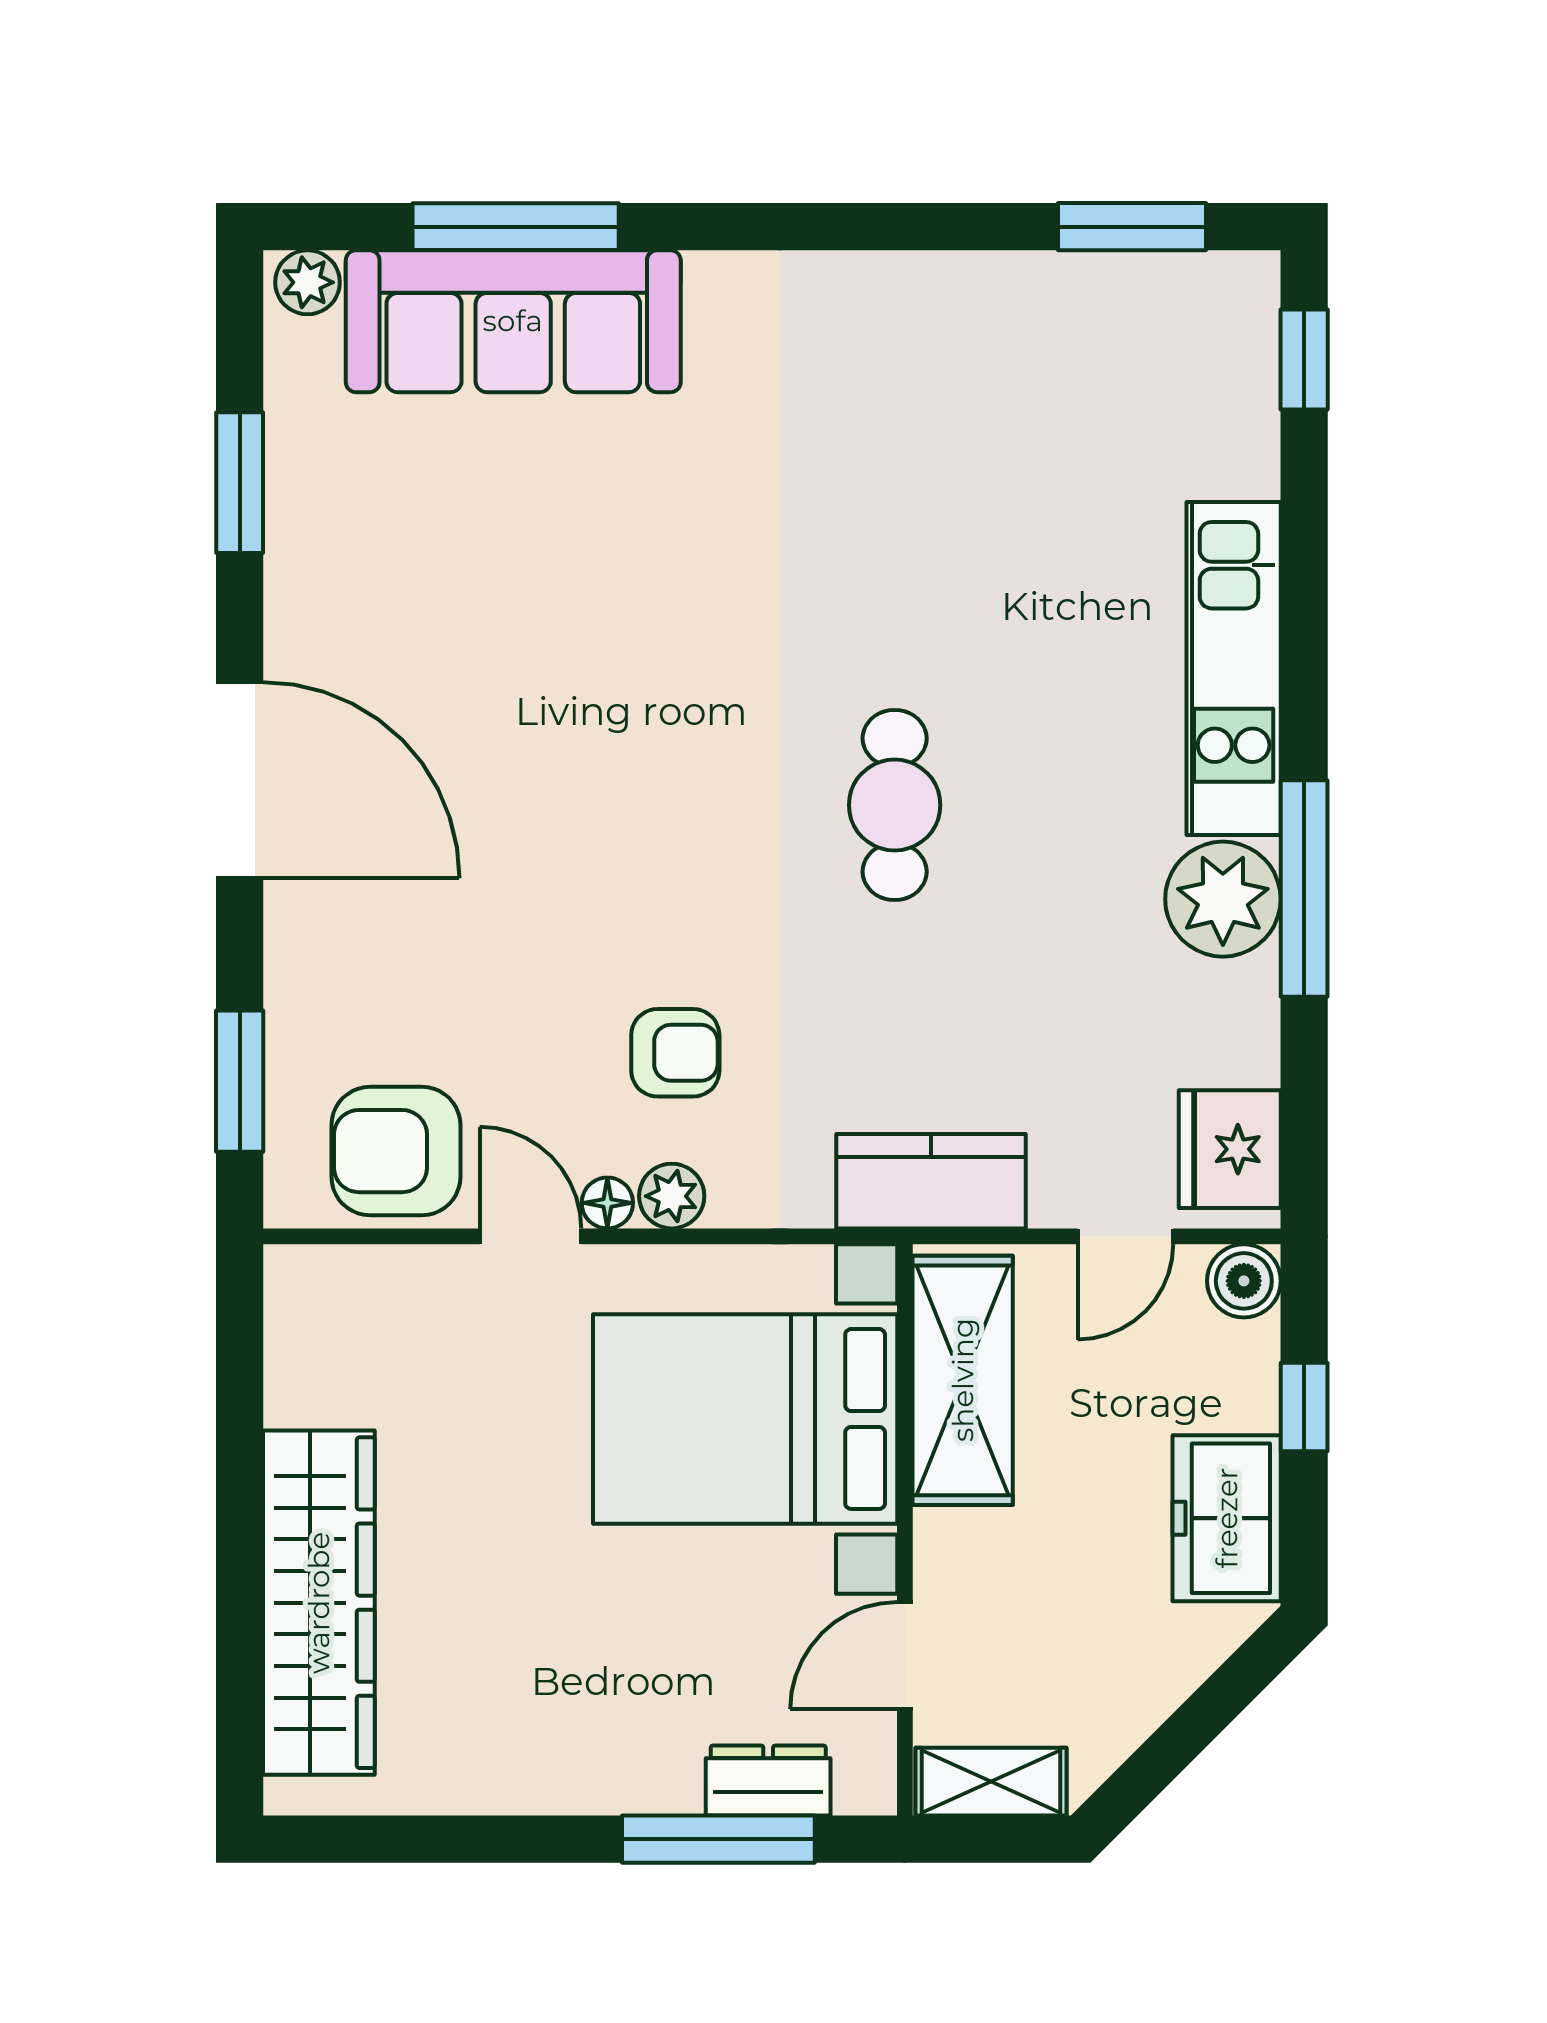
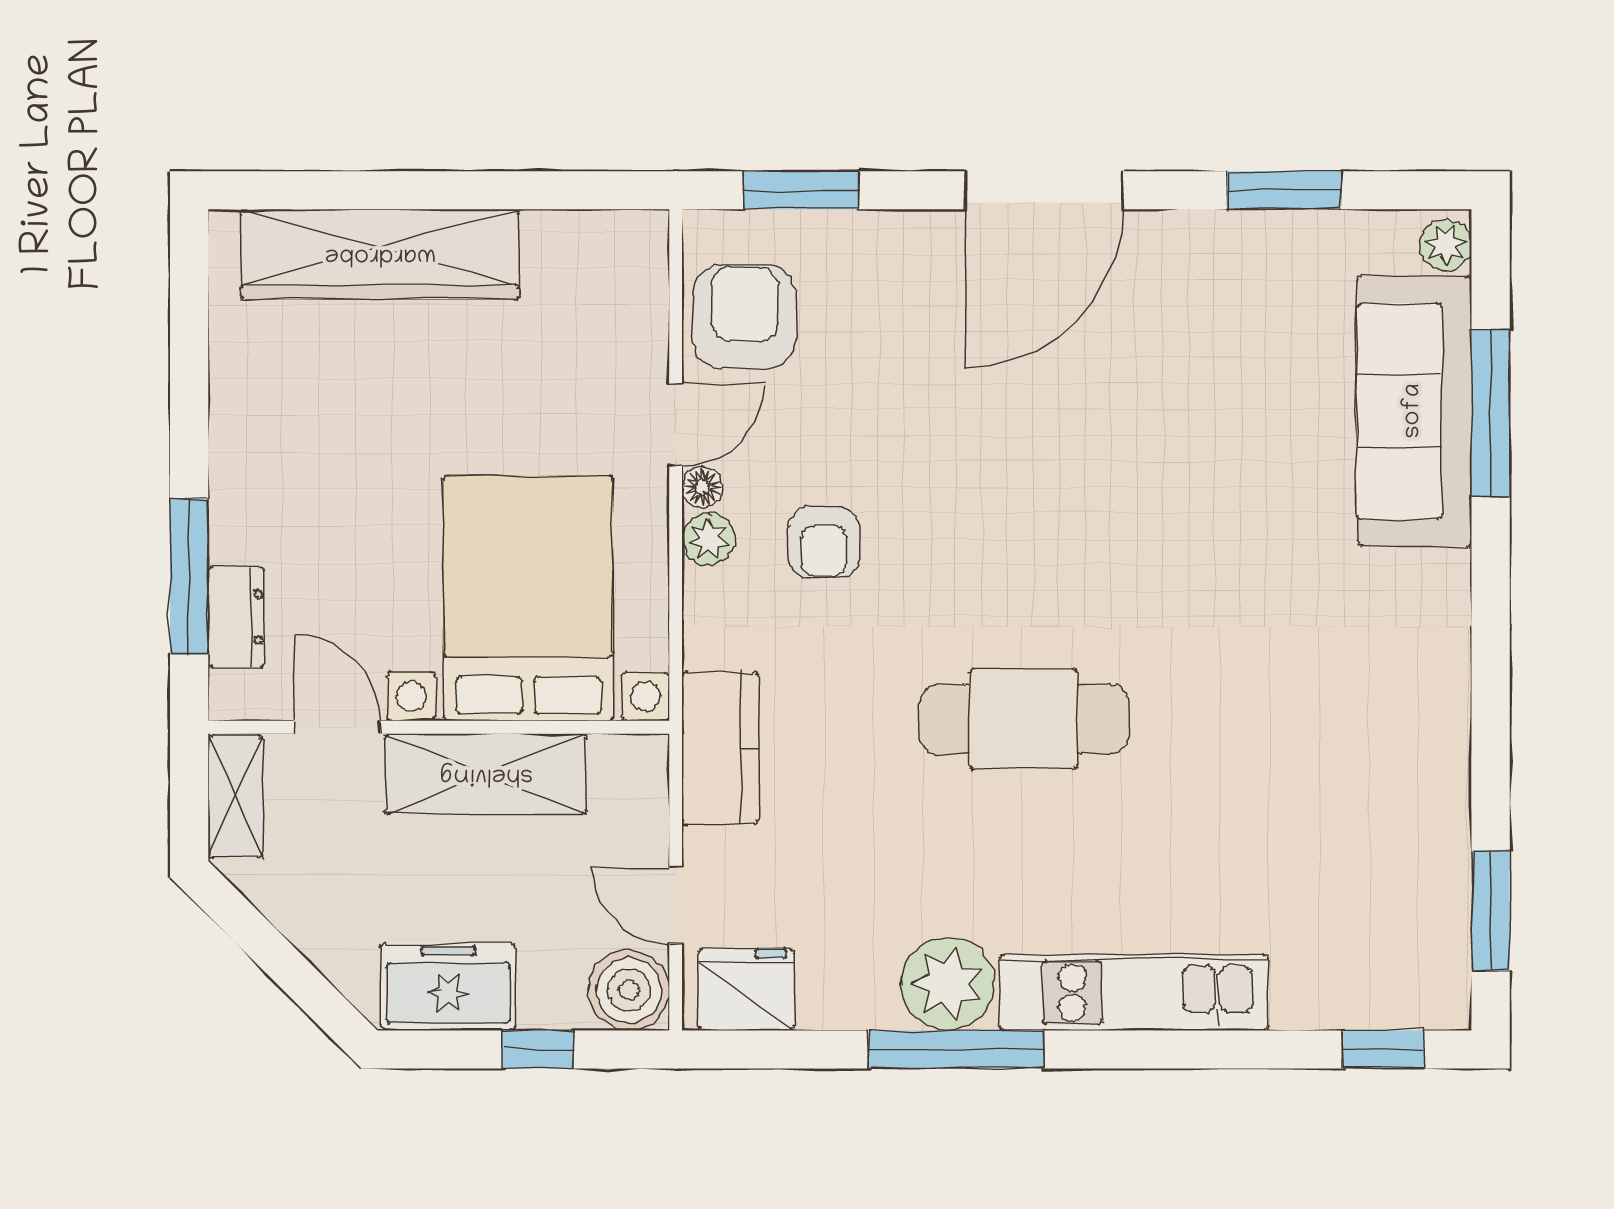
cafe table: (895, 805) -> (1024, 719), width x1.37, depth x1.35
boiler: (1244, 1281) -> (629, 990), width x1.36, depth x1.36
shelving: (963, 1380) -> (486, 774), moved

